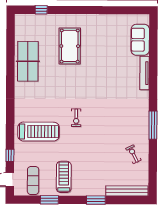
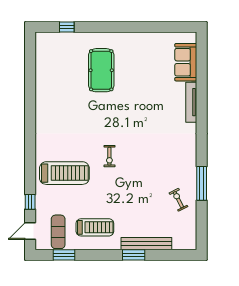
table tennis table: (28, 61) -> (51, 89), removed
window: (153, 125) -> (202, 183), moved
treadmill: (64, 177) -> (95, 227), turned 90
bench: (127, 191) -> (146, 244), moved
window: (49, 200) -> (64, 255), moved

